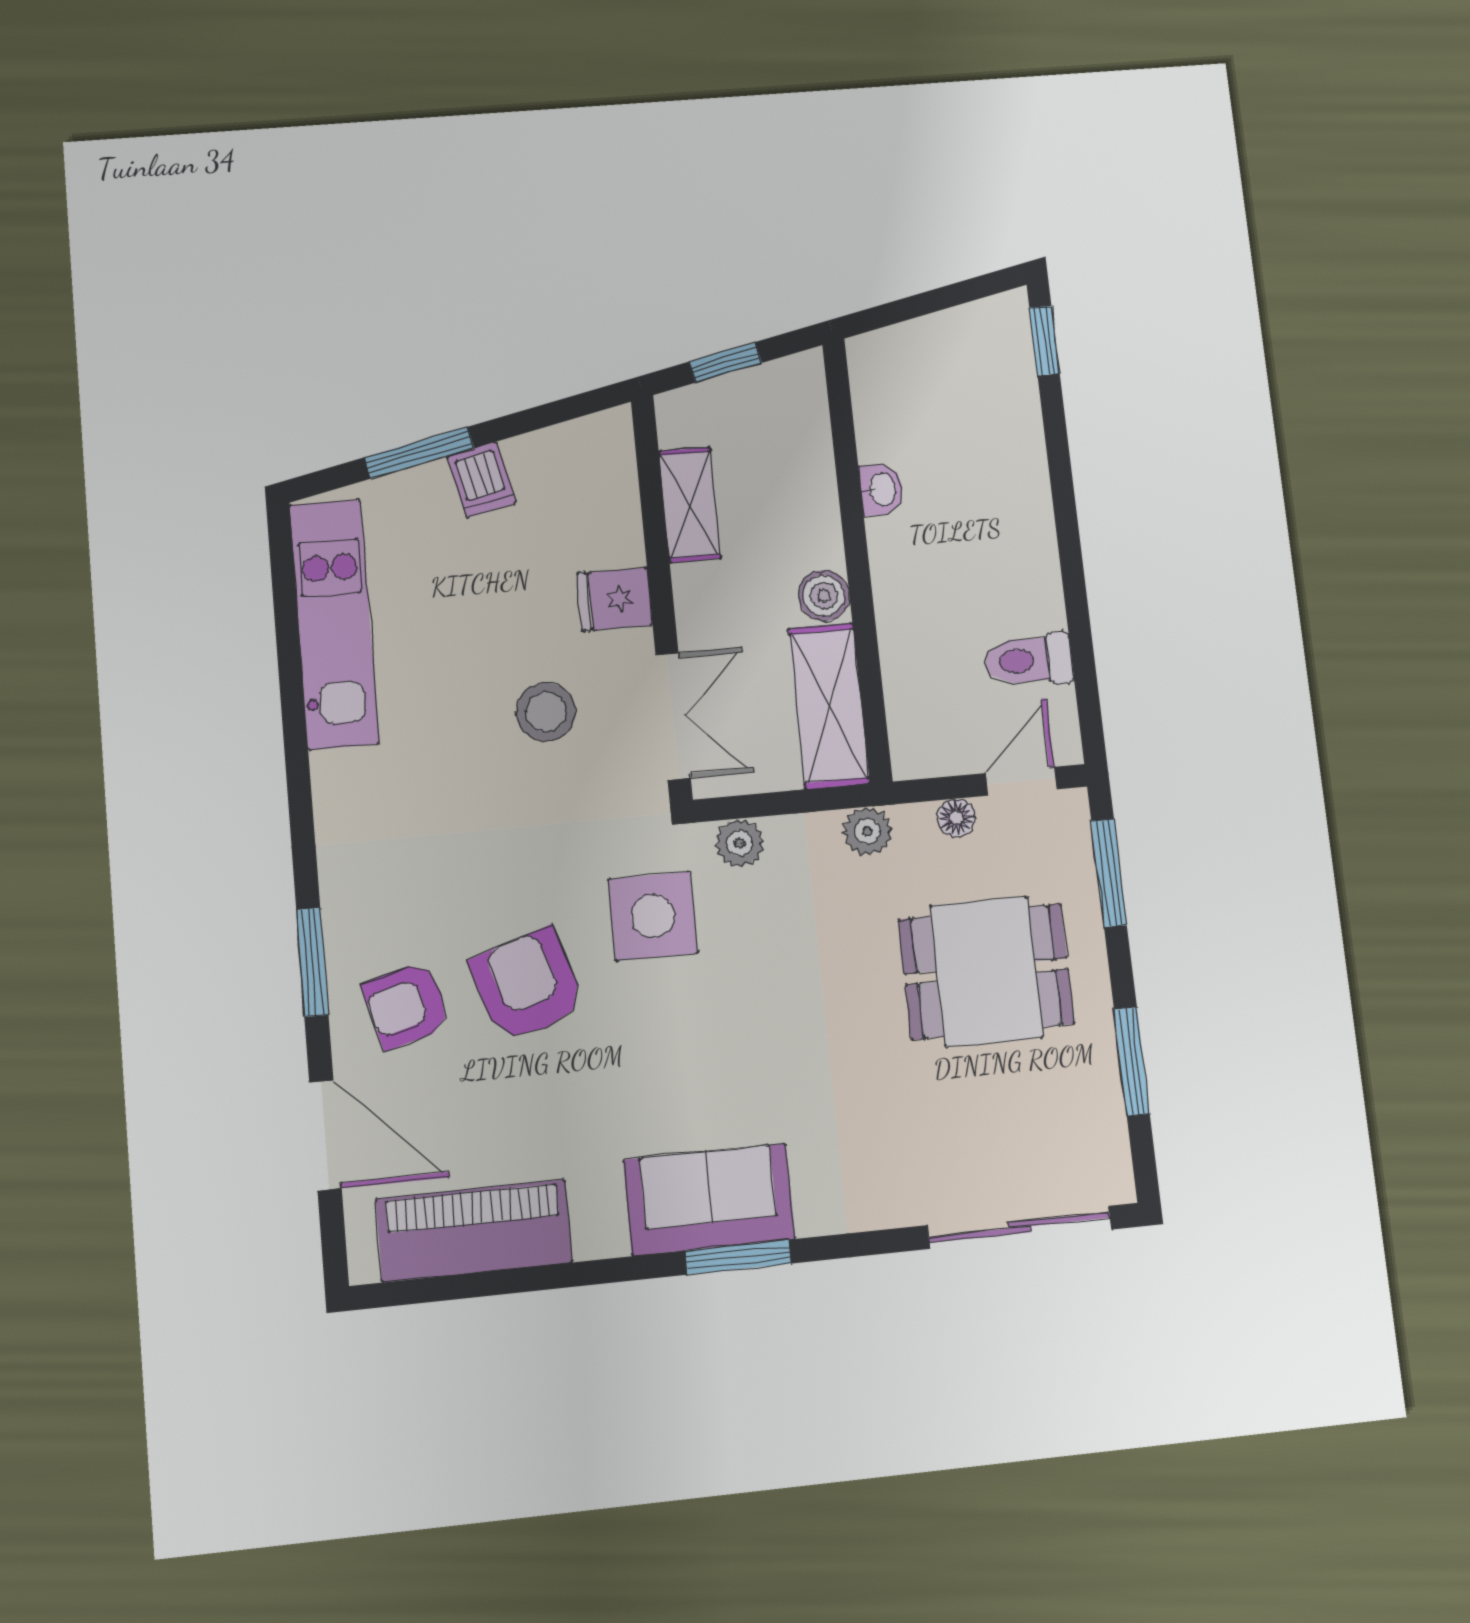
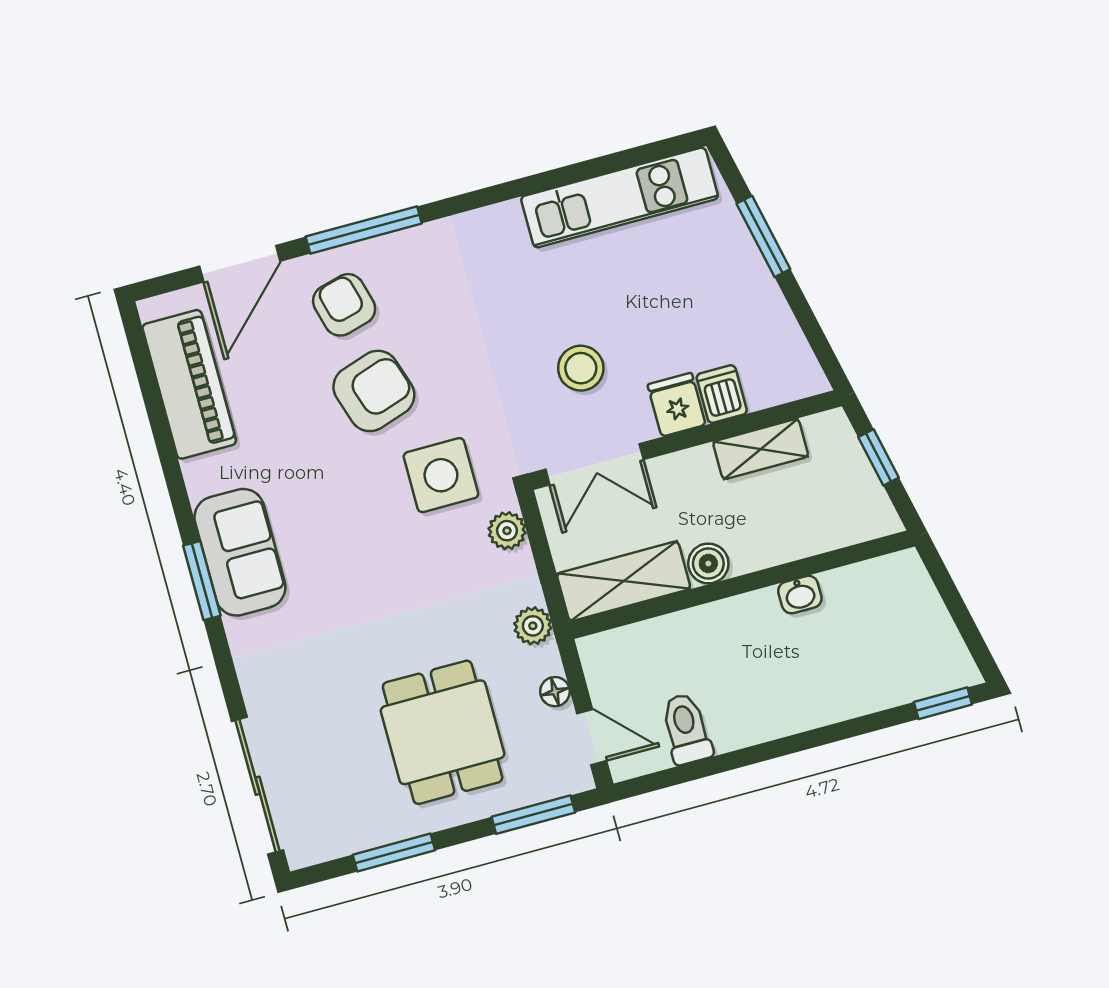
dishwasher: (481, 480) -> (722, 394), moved, turned 102
window: (312, 962) -> (364, 230), width x1.44

